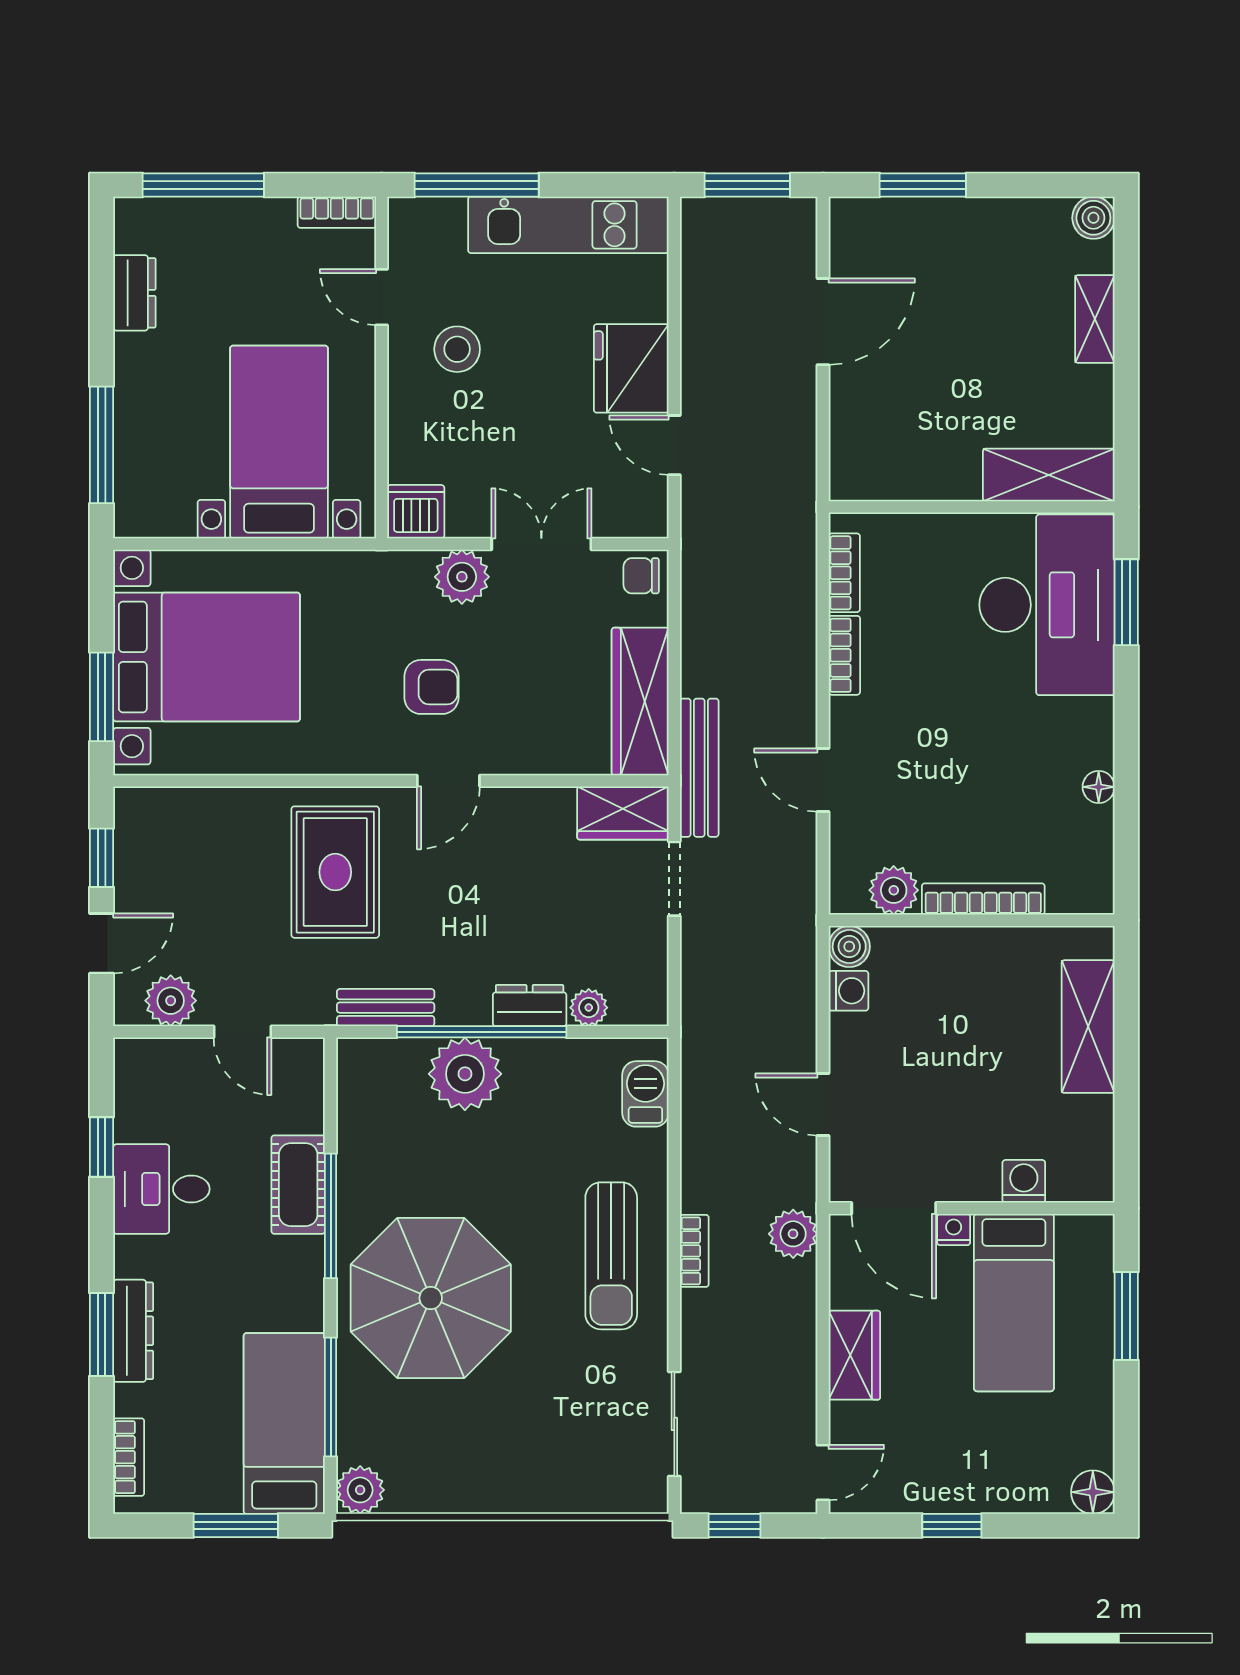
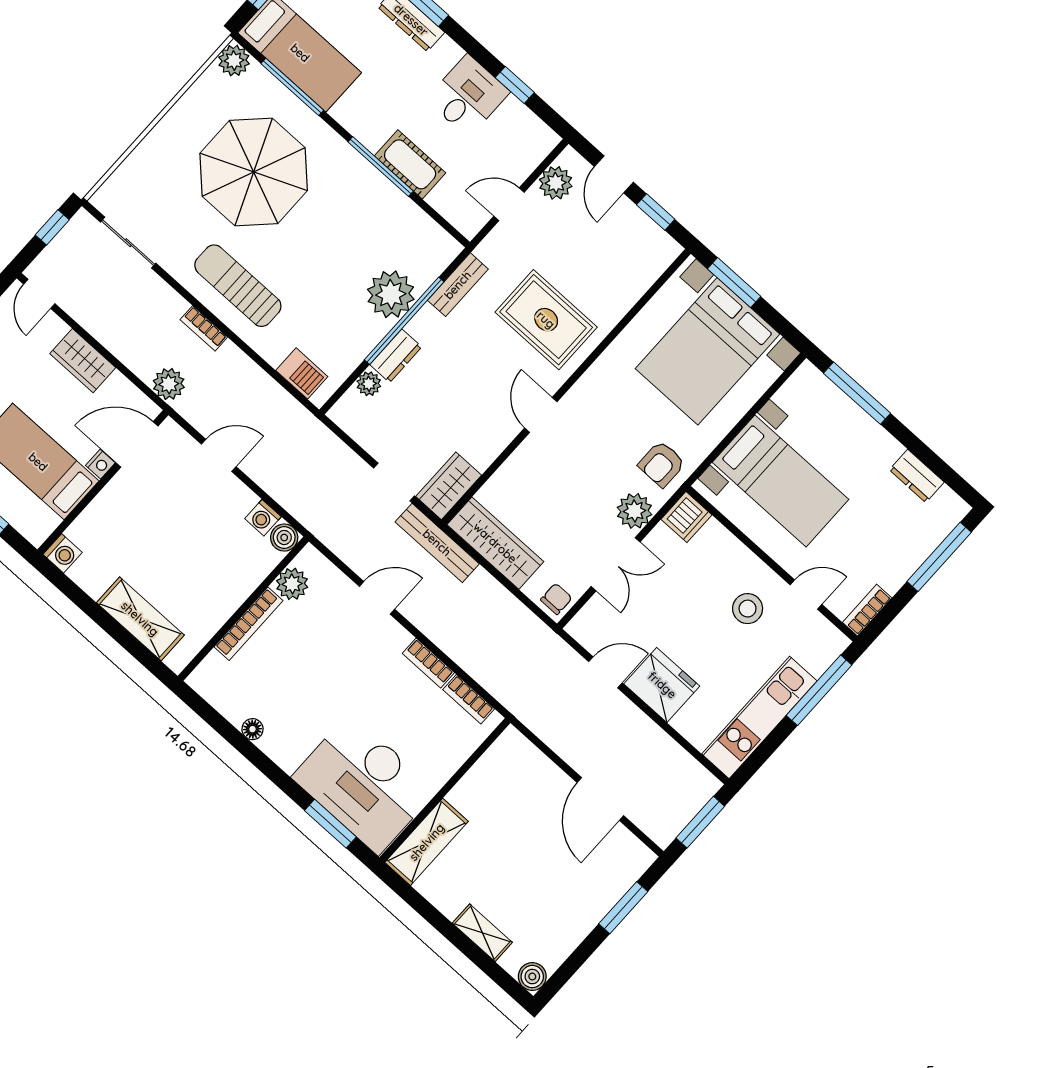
armchair: (431, 687) -> (662, 464), moved
washing machine: (1024, 1181) -> (63, 553), moved
parasol: (431, 1298) -> (254, 172), moved

